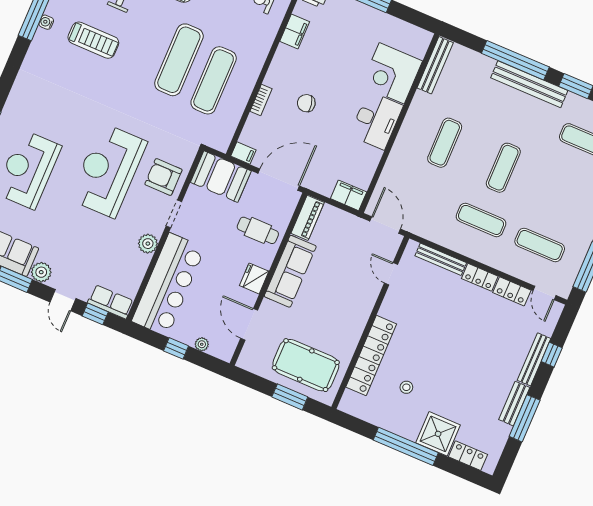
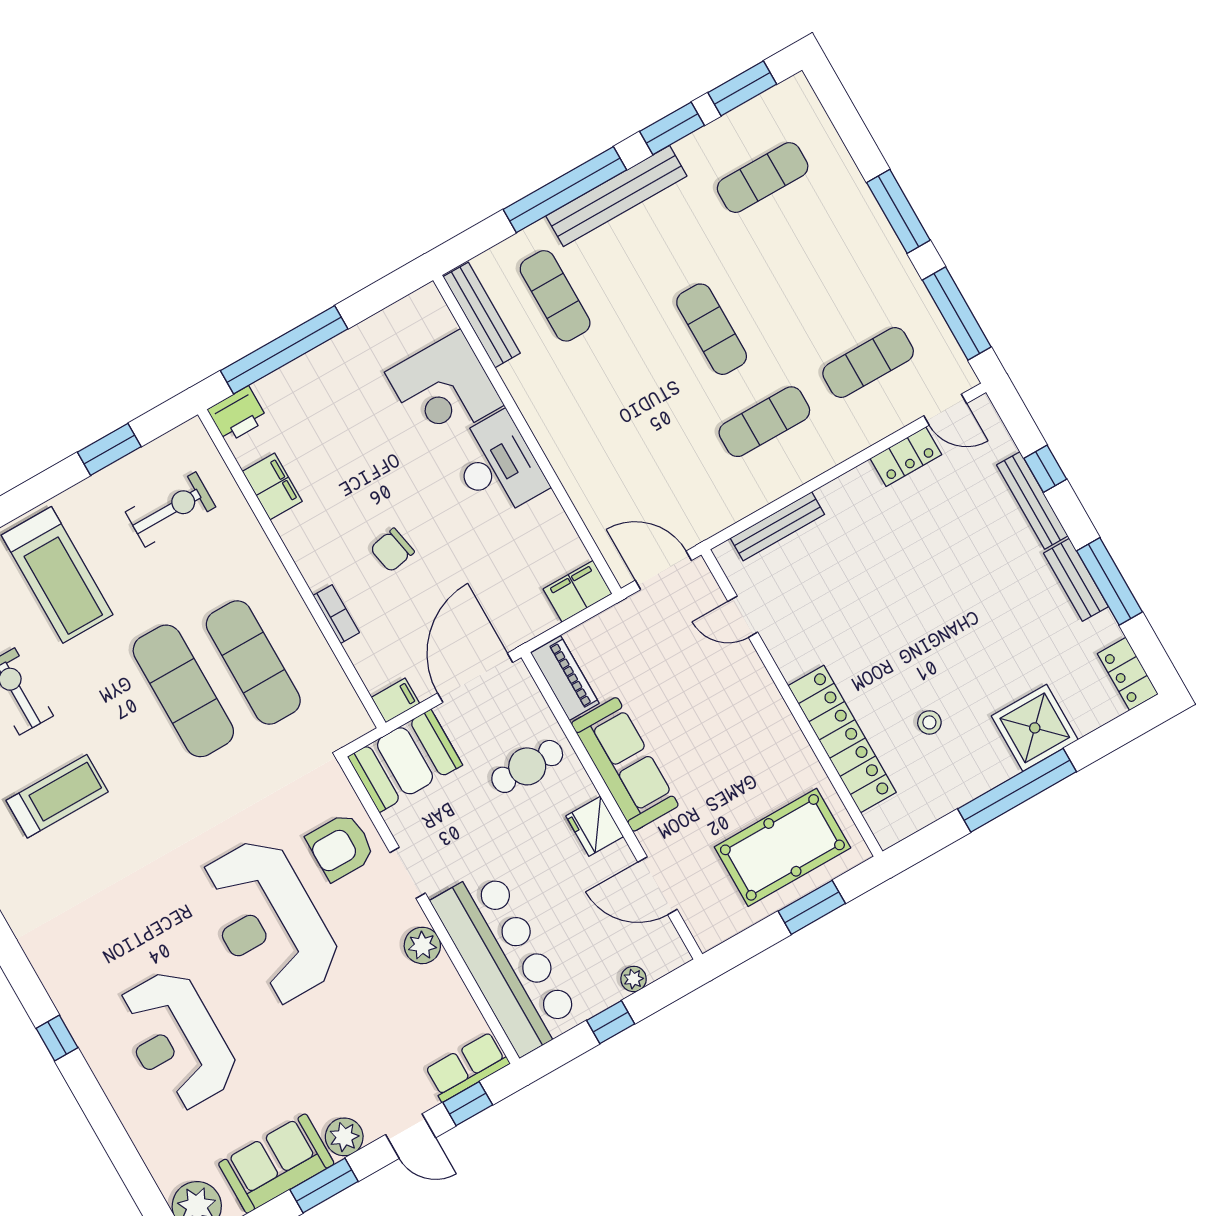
exercise mat: (445, 143) -> (555, 296), moved
locker: (480, 277) -> (849, 488), removed
locker: (468, 456) -> (1128, 674), moved, turned -90

